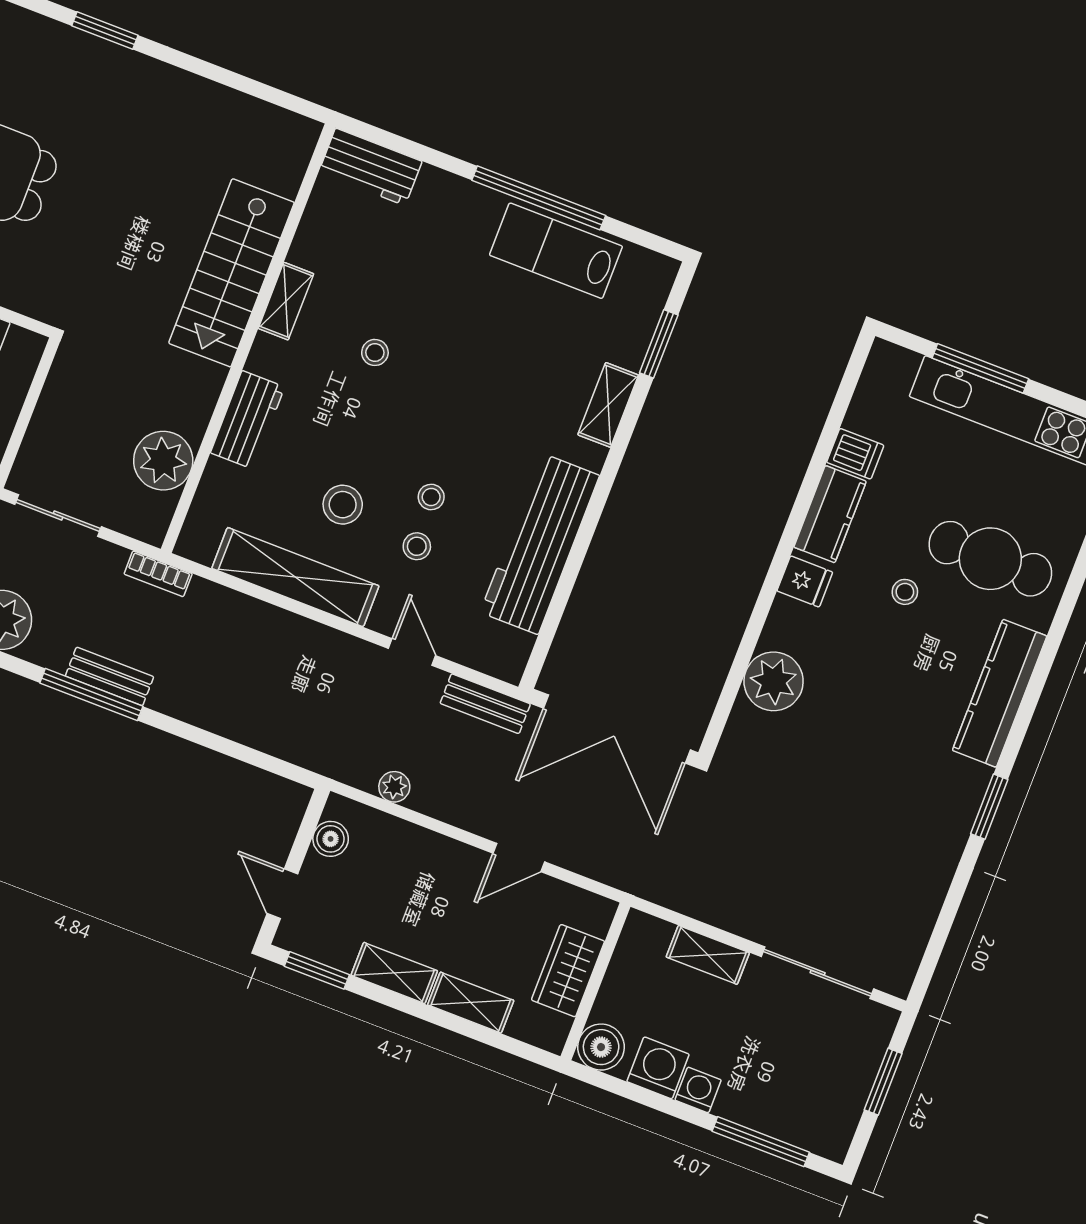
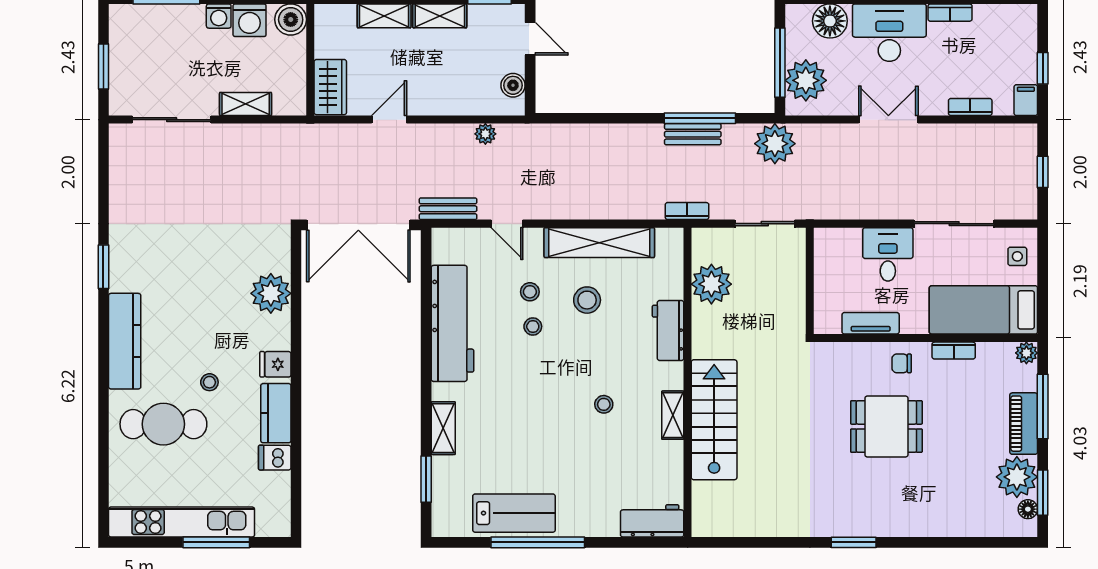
double door: (617, 729) -> (358, 225), swing flipped
wardrobe: (568, 971) -> (330, 87), moved

